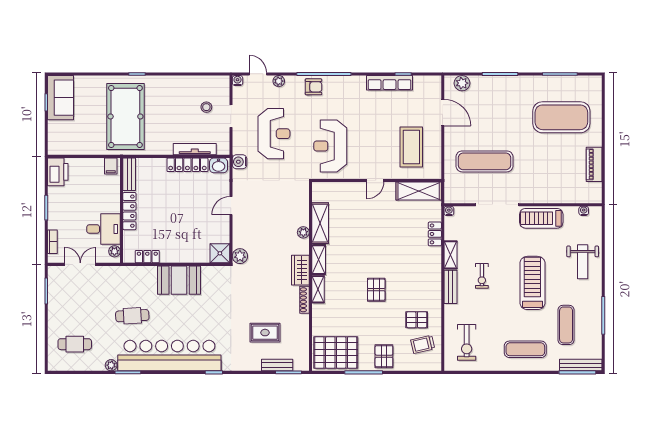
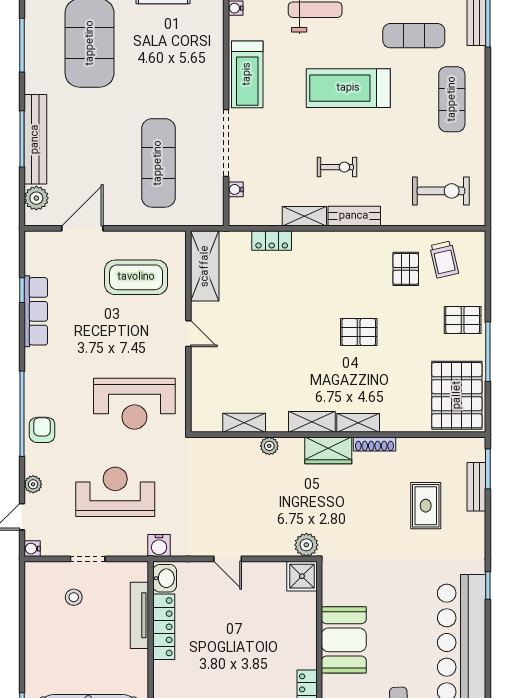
bench: (500, 83) -> (35, 139), added
water cooler: (449, 211) -> (236, 189), moved
shelving: (320, 223) -> (244, 423), width x0.67, depth x0.75

